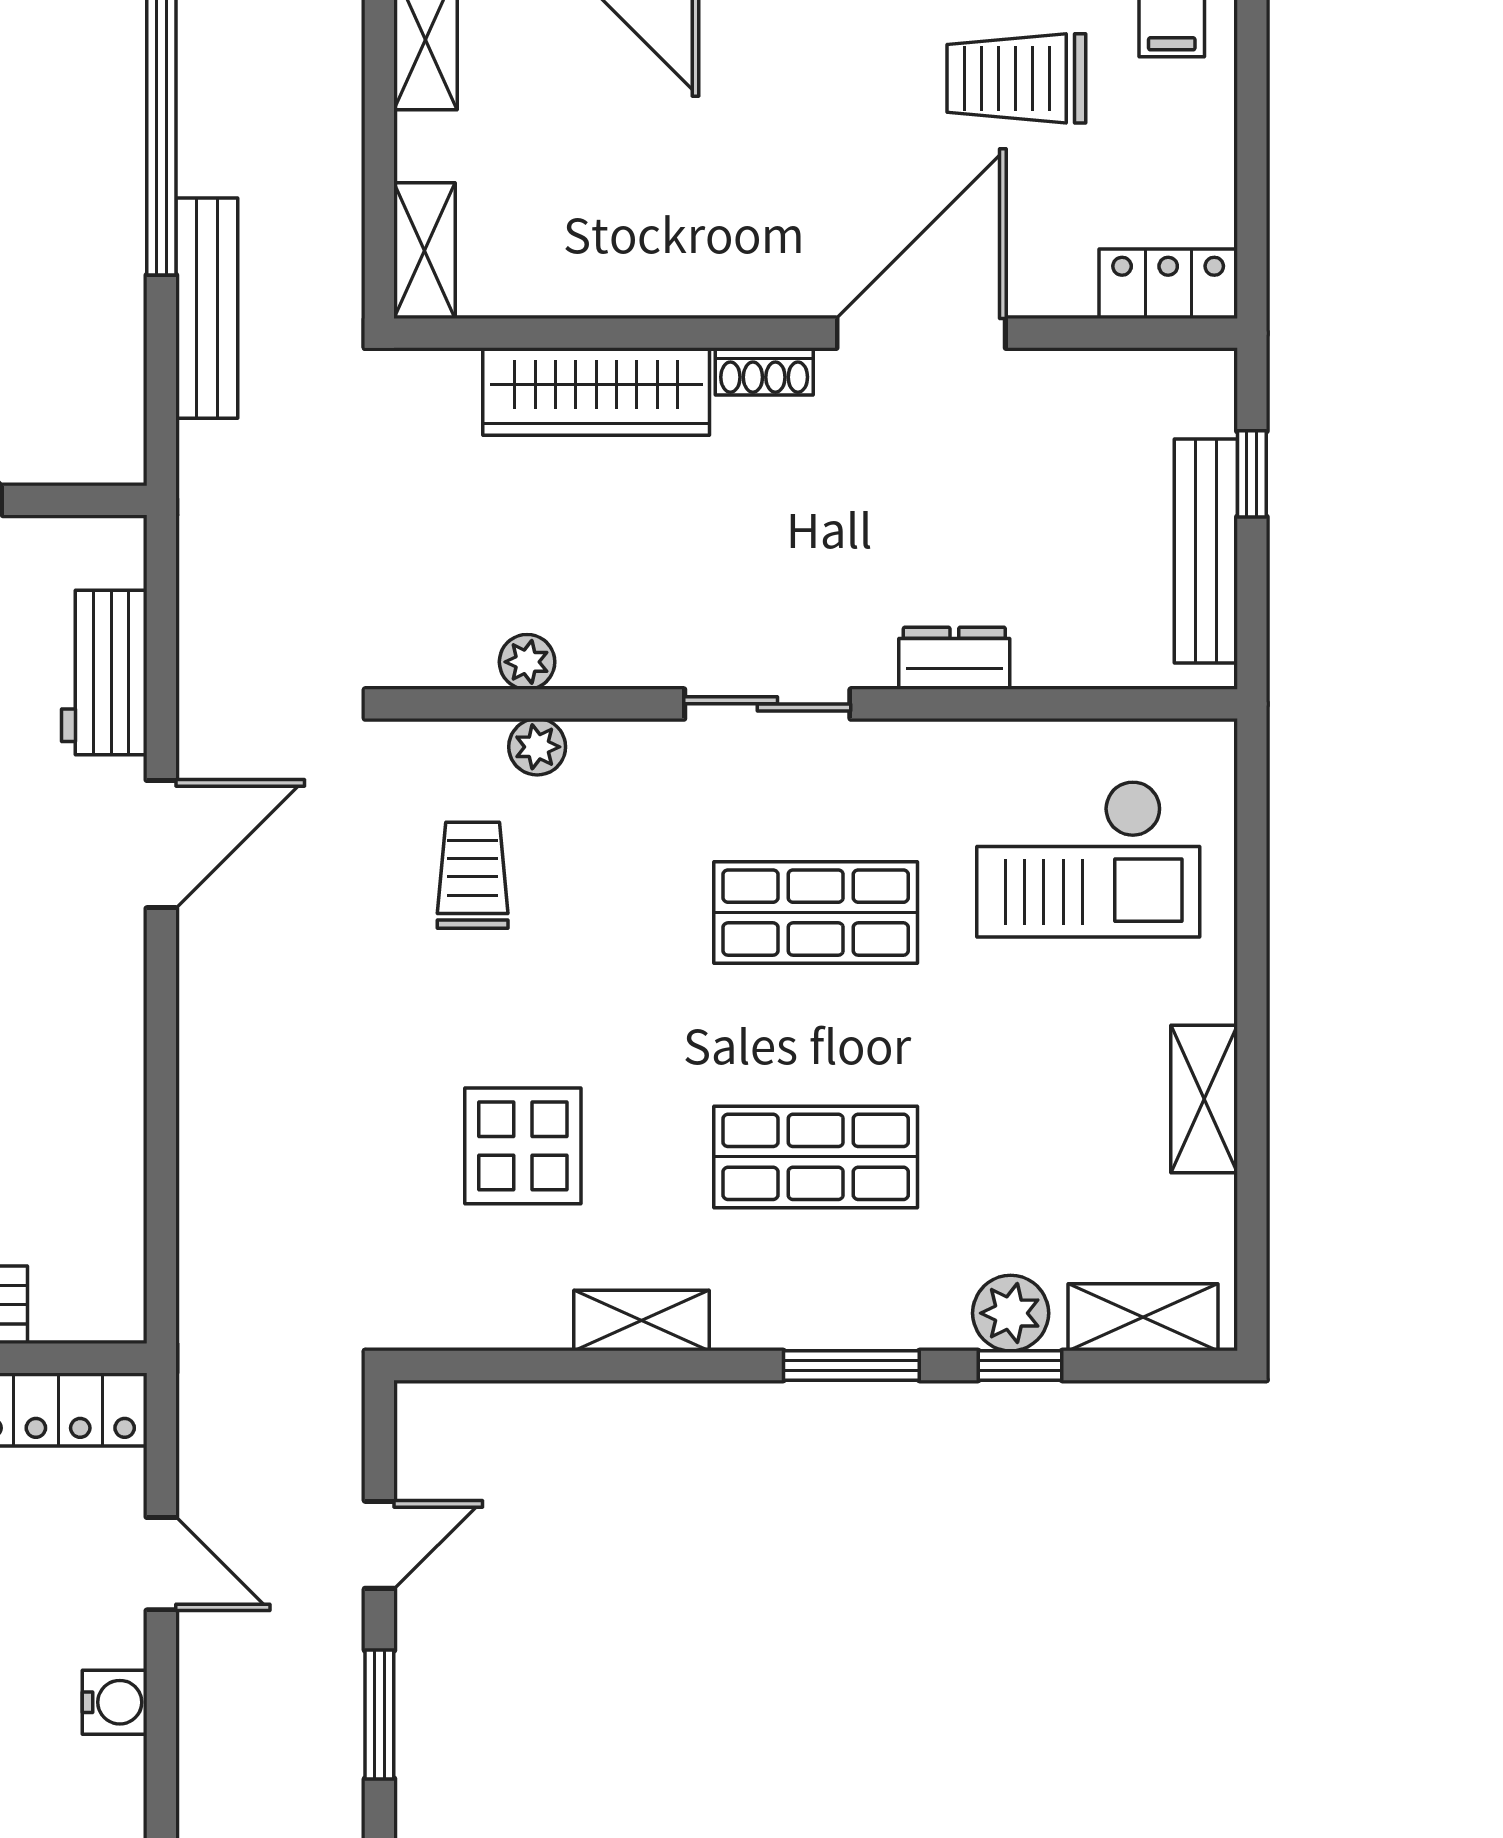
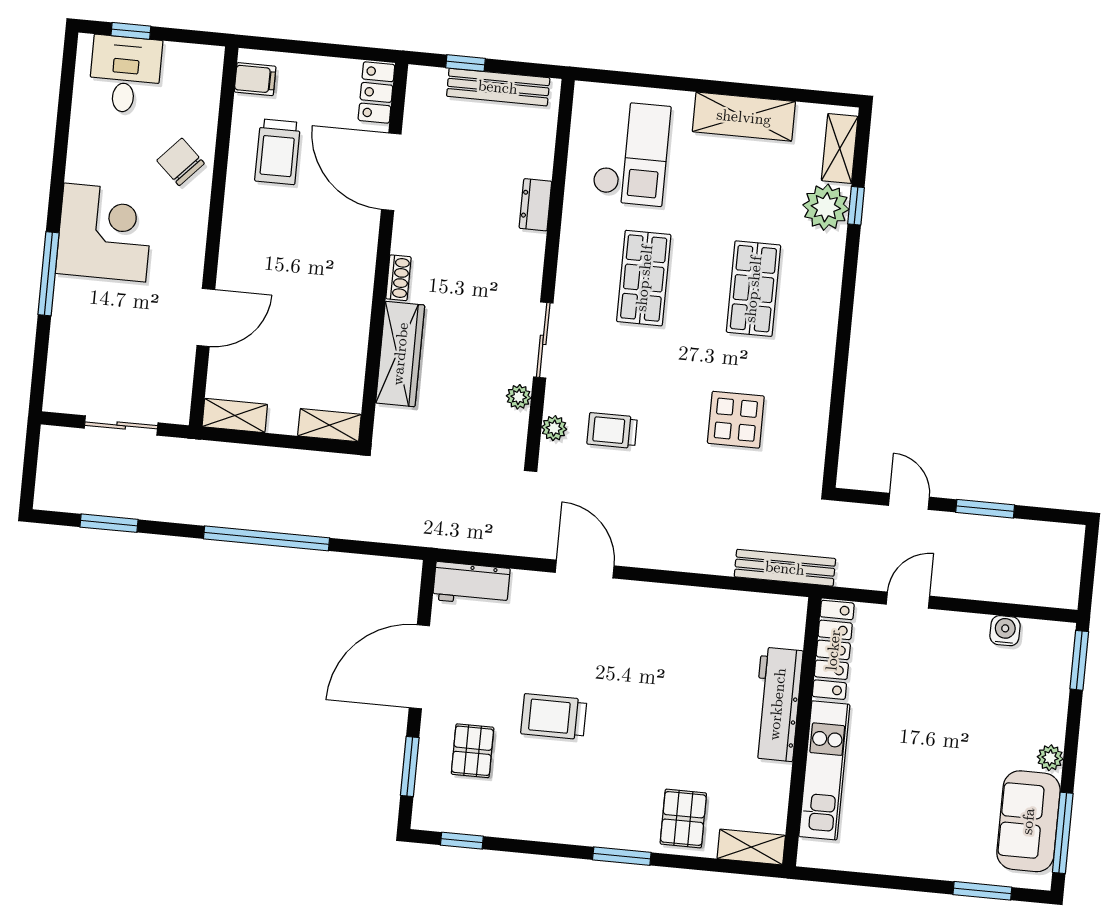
bench: (207, 308) -> (785, 568), moved
door: (921, 333) -> (391, 172), moved
workbench: (104, 673) -> (471, 584), moved
sliding door: (767, 704) -> (543, 340), moved
plant: (537, 747) -> (554, 428), moved
shelving: (1204, 1099) -> (744, 117), width x1.50, depth x1.33
plant: (1011, 1313) -> (826, 207), width x1.36, depth x1.36
shelving: (642, 1321) -> (819, 374), removed
window: (851, 1366) -> (849, 282), removed
water cooler: (115, 1702) -> (1005, 631), moved

